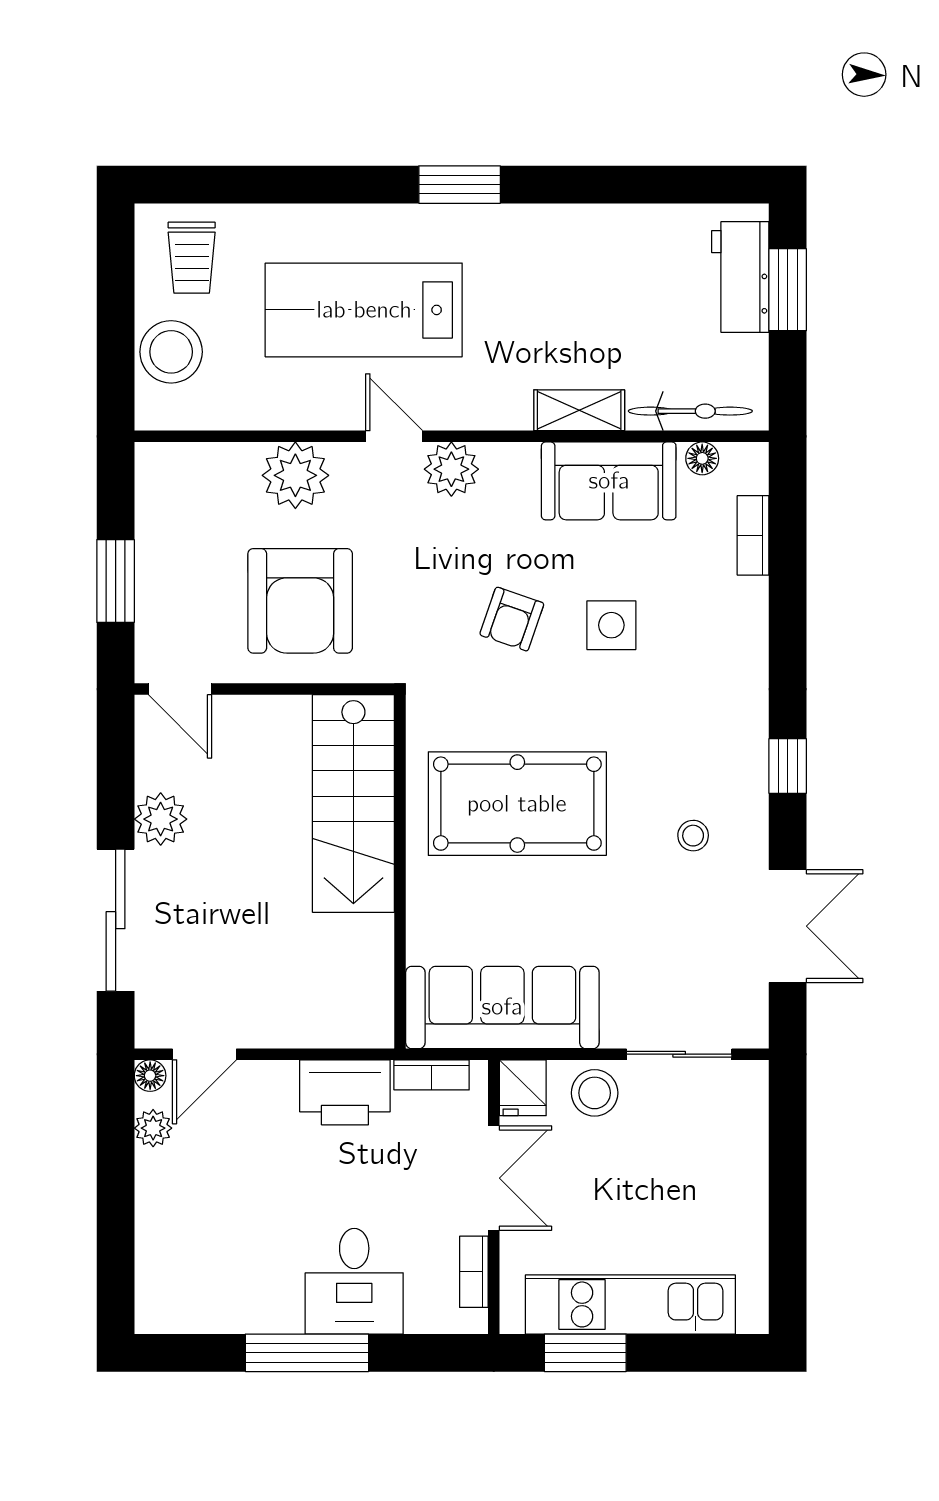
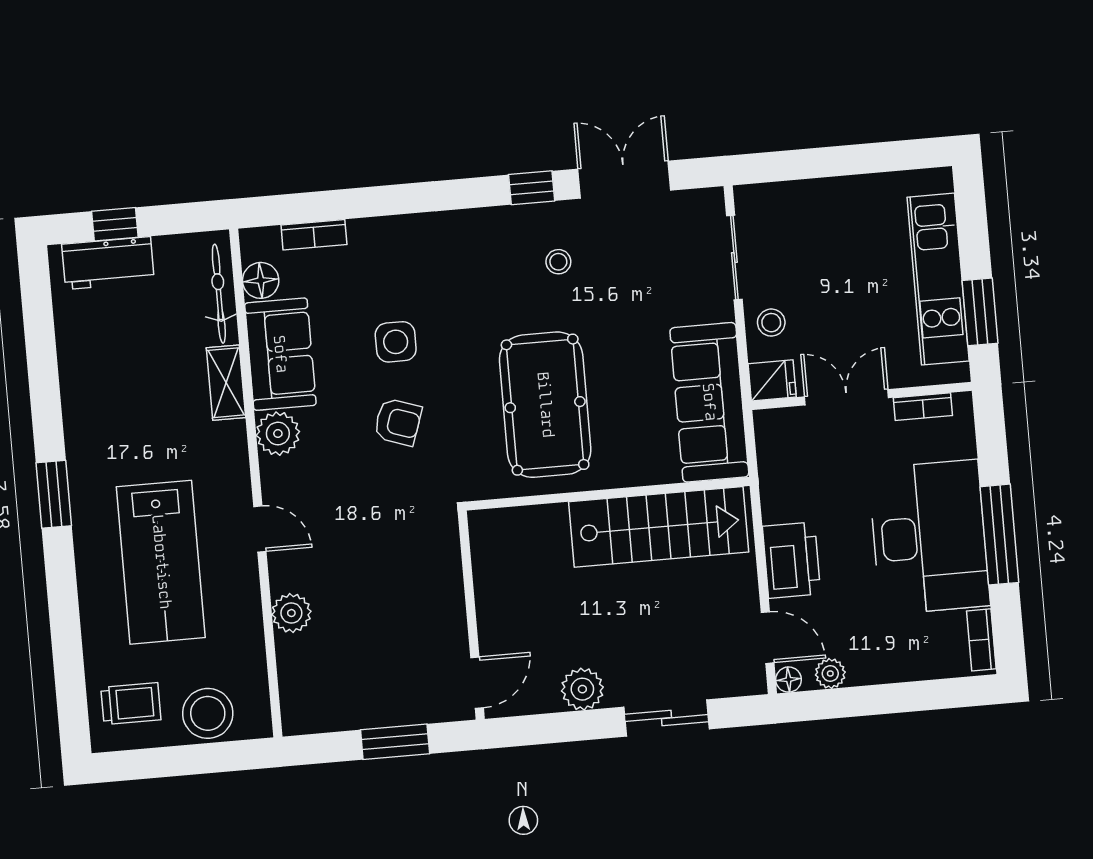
window: (788, 290) -> (115, 224), width x0.67
door: (394, 436) -> (260, 529), swing flipped
floor lamp: (702, 458) -> (261, 280), width x1.37, depth x1.37
plant: (451, 469) -> (278, 434), moved
plant: (295, 475) -> (291, 613), width x0.73, depth x0.73
armchair: (300, 601) -> (398, 593), removed
window: (788, 766) -> (532, 188), moved
stairs: (353, 804) -> (659, 527), moved
sliding door: (116, 920) -> (666, 718), width x0.73
bookcase: (432, 1075) -> (981, 640), moved, turned 180
printer: (345, 1092) -> (792, 560), moved
stool: (595, 1093) -> (771, 323), width x0.73, depth x0.73
desk: (354, 1281) -> (929, 537), width x1.87, depth x1.30

